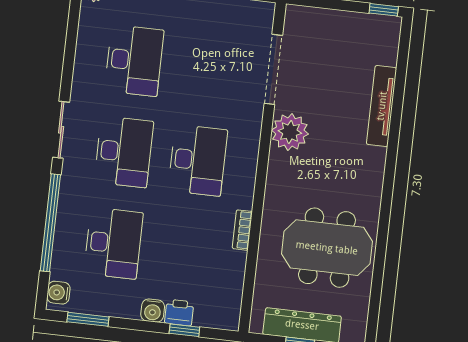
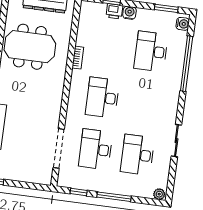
sliding door: (61, 130) -> (176, 141), moved
plant: (290, 132) -> (50, 113), removed
desk: (124, 152) -> (96, 149), moved

